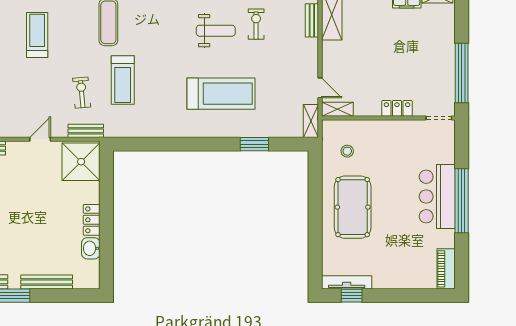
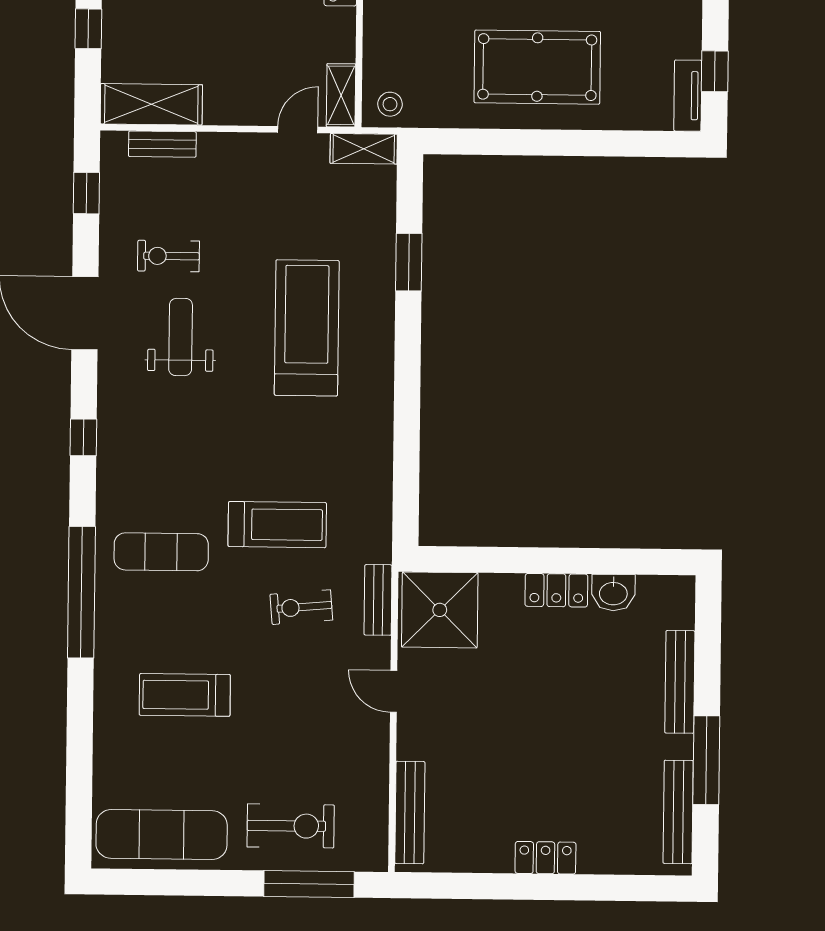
stool: (347, 151) -> (390, 104), moved
tv unit: (347, 282) -> (688, 96), width x0.71

